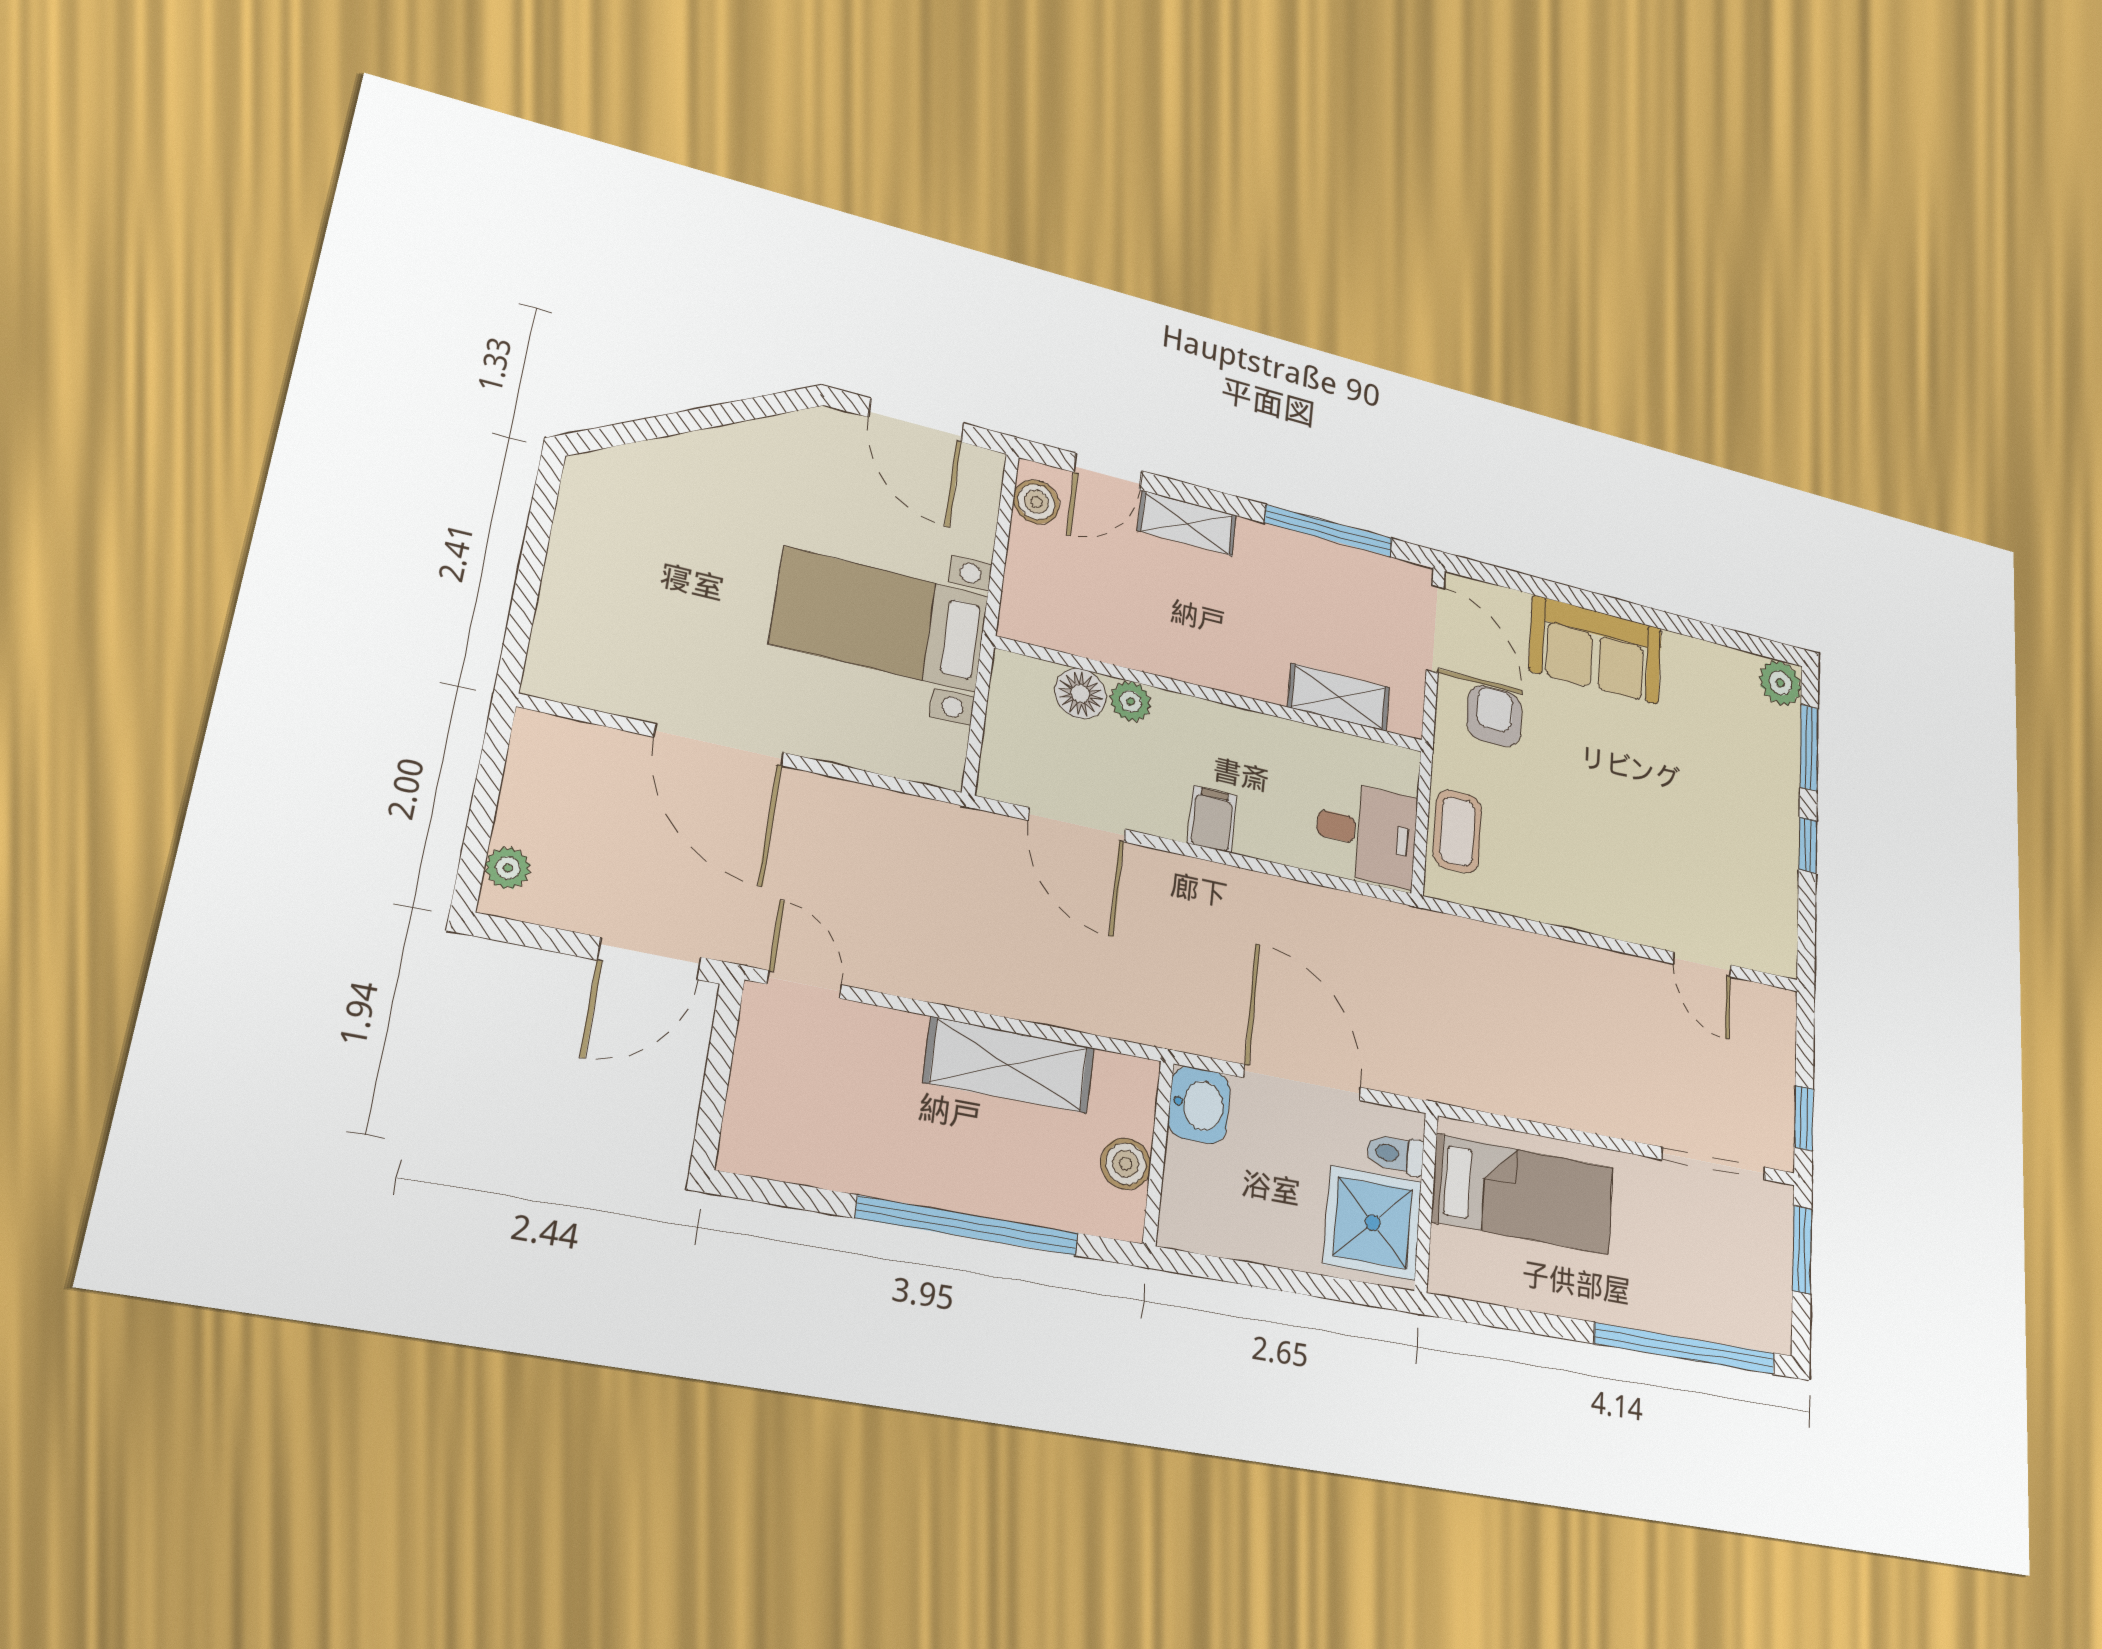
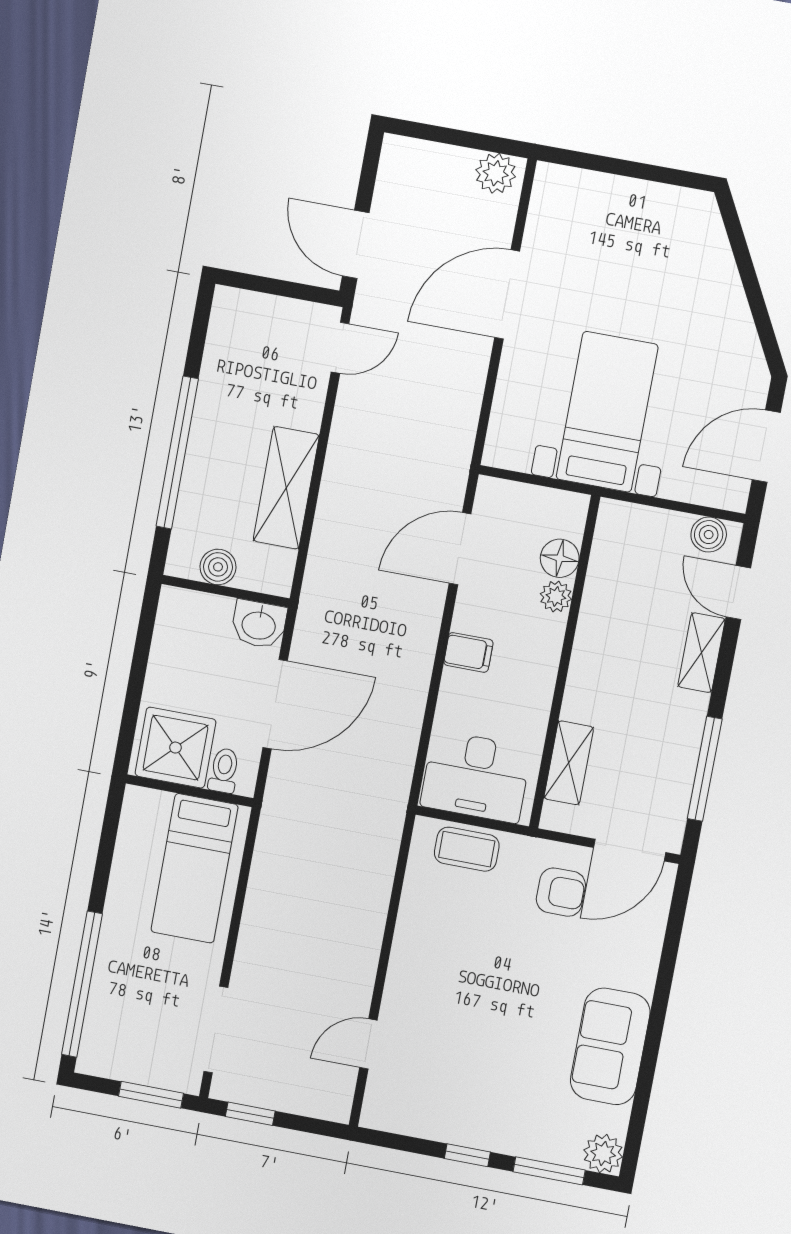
sofa: (1596, 650) -> (610, 1046), moved
desk: (1366, 833) -> (476, 777), width x1.37
plant: (508, 868) -> (496, 173), moved, width x1.38, depth x1.38

